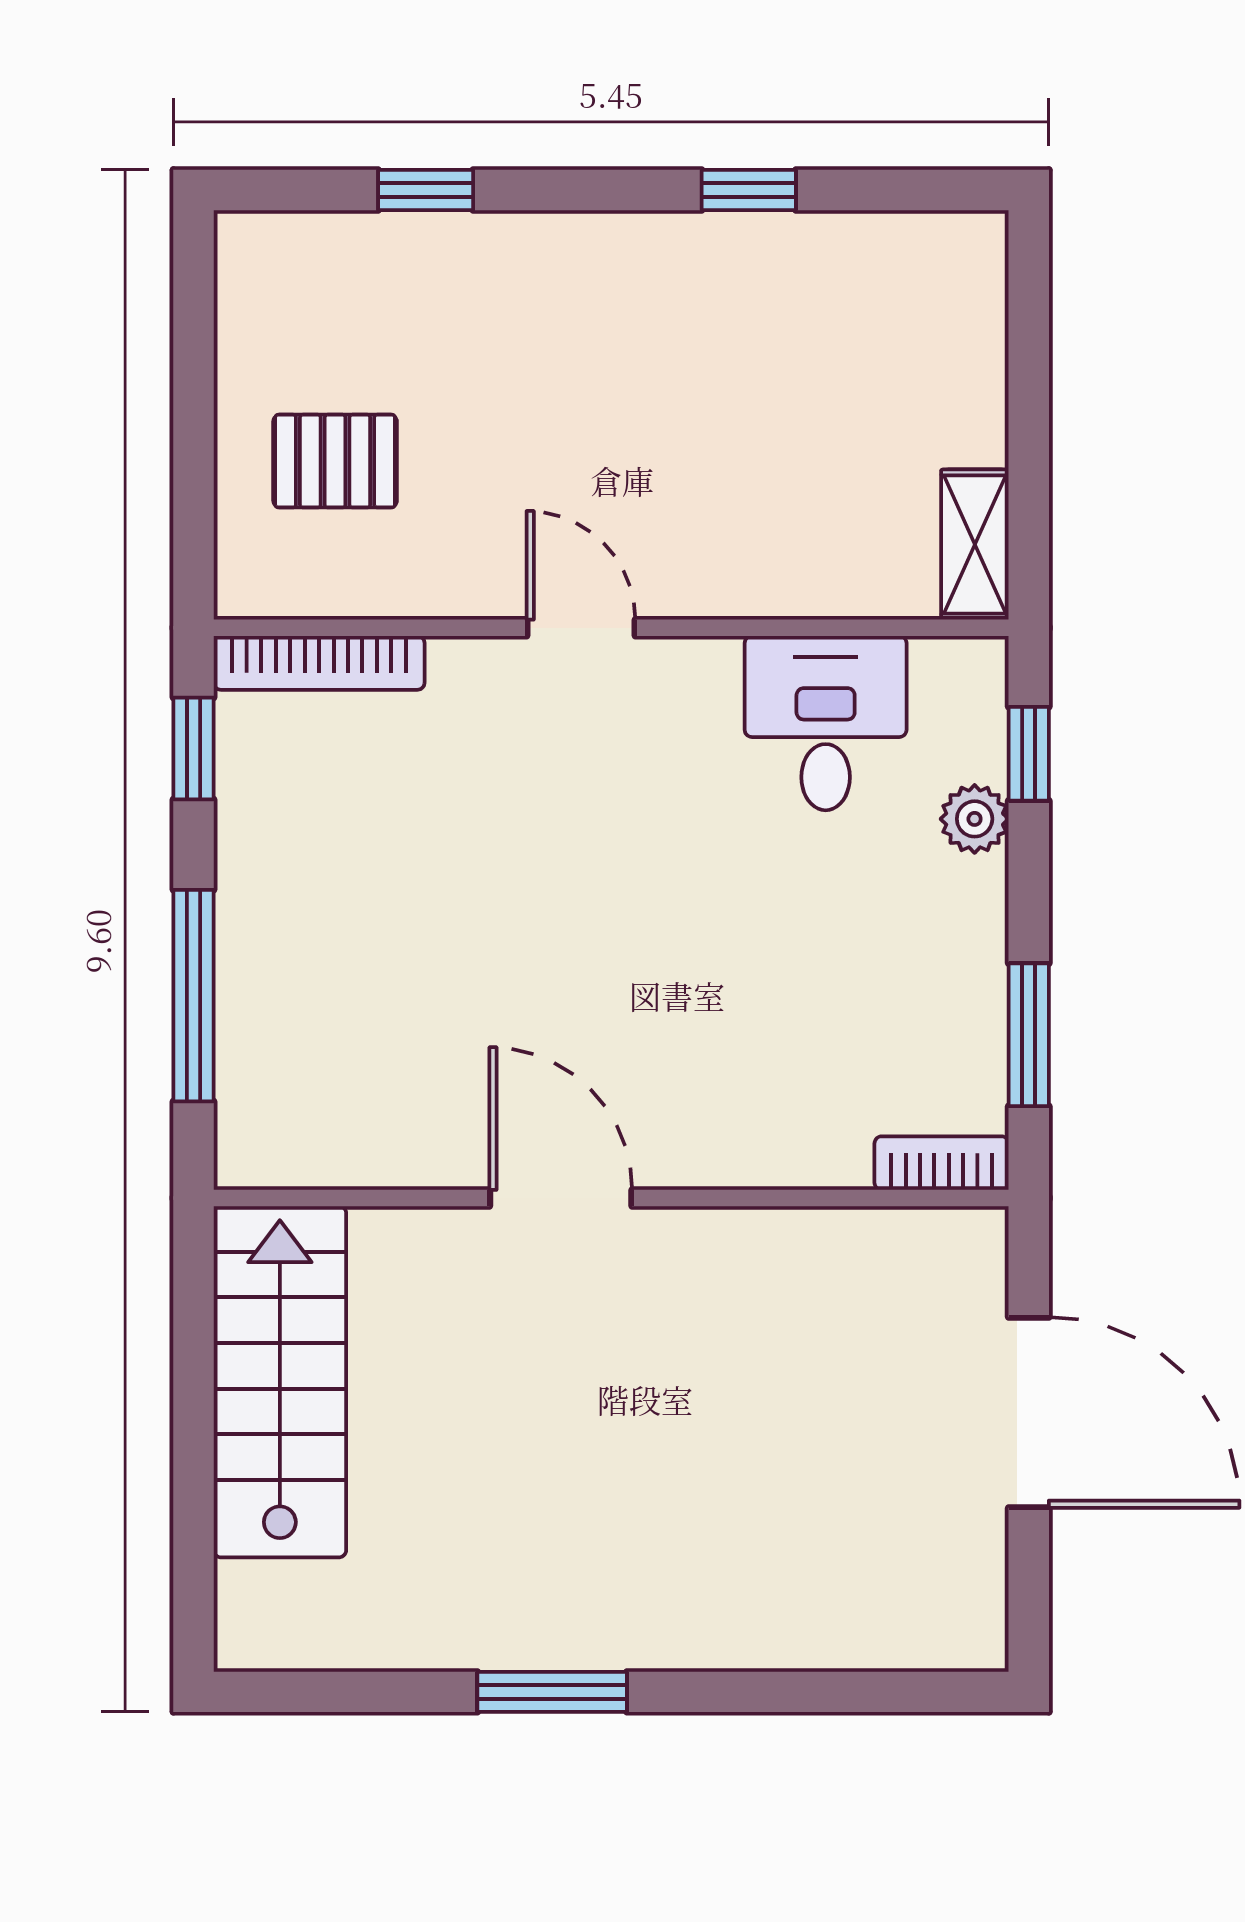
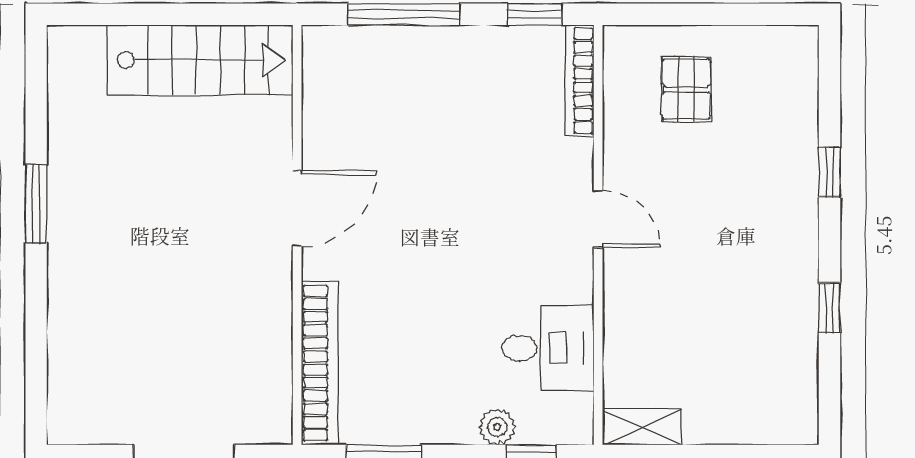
window: (426, 190) -> (829, 172), moved
door: (581, 628) -> (598, 219), hinge flipped
bookcase: (942, 1163) -> (320, 363), width x2.31, depth x1.31

